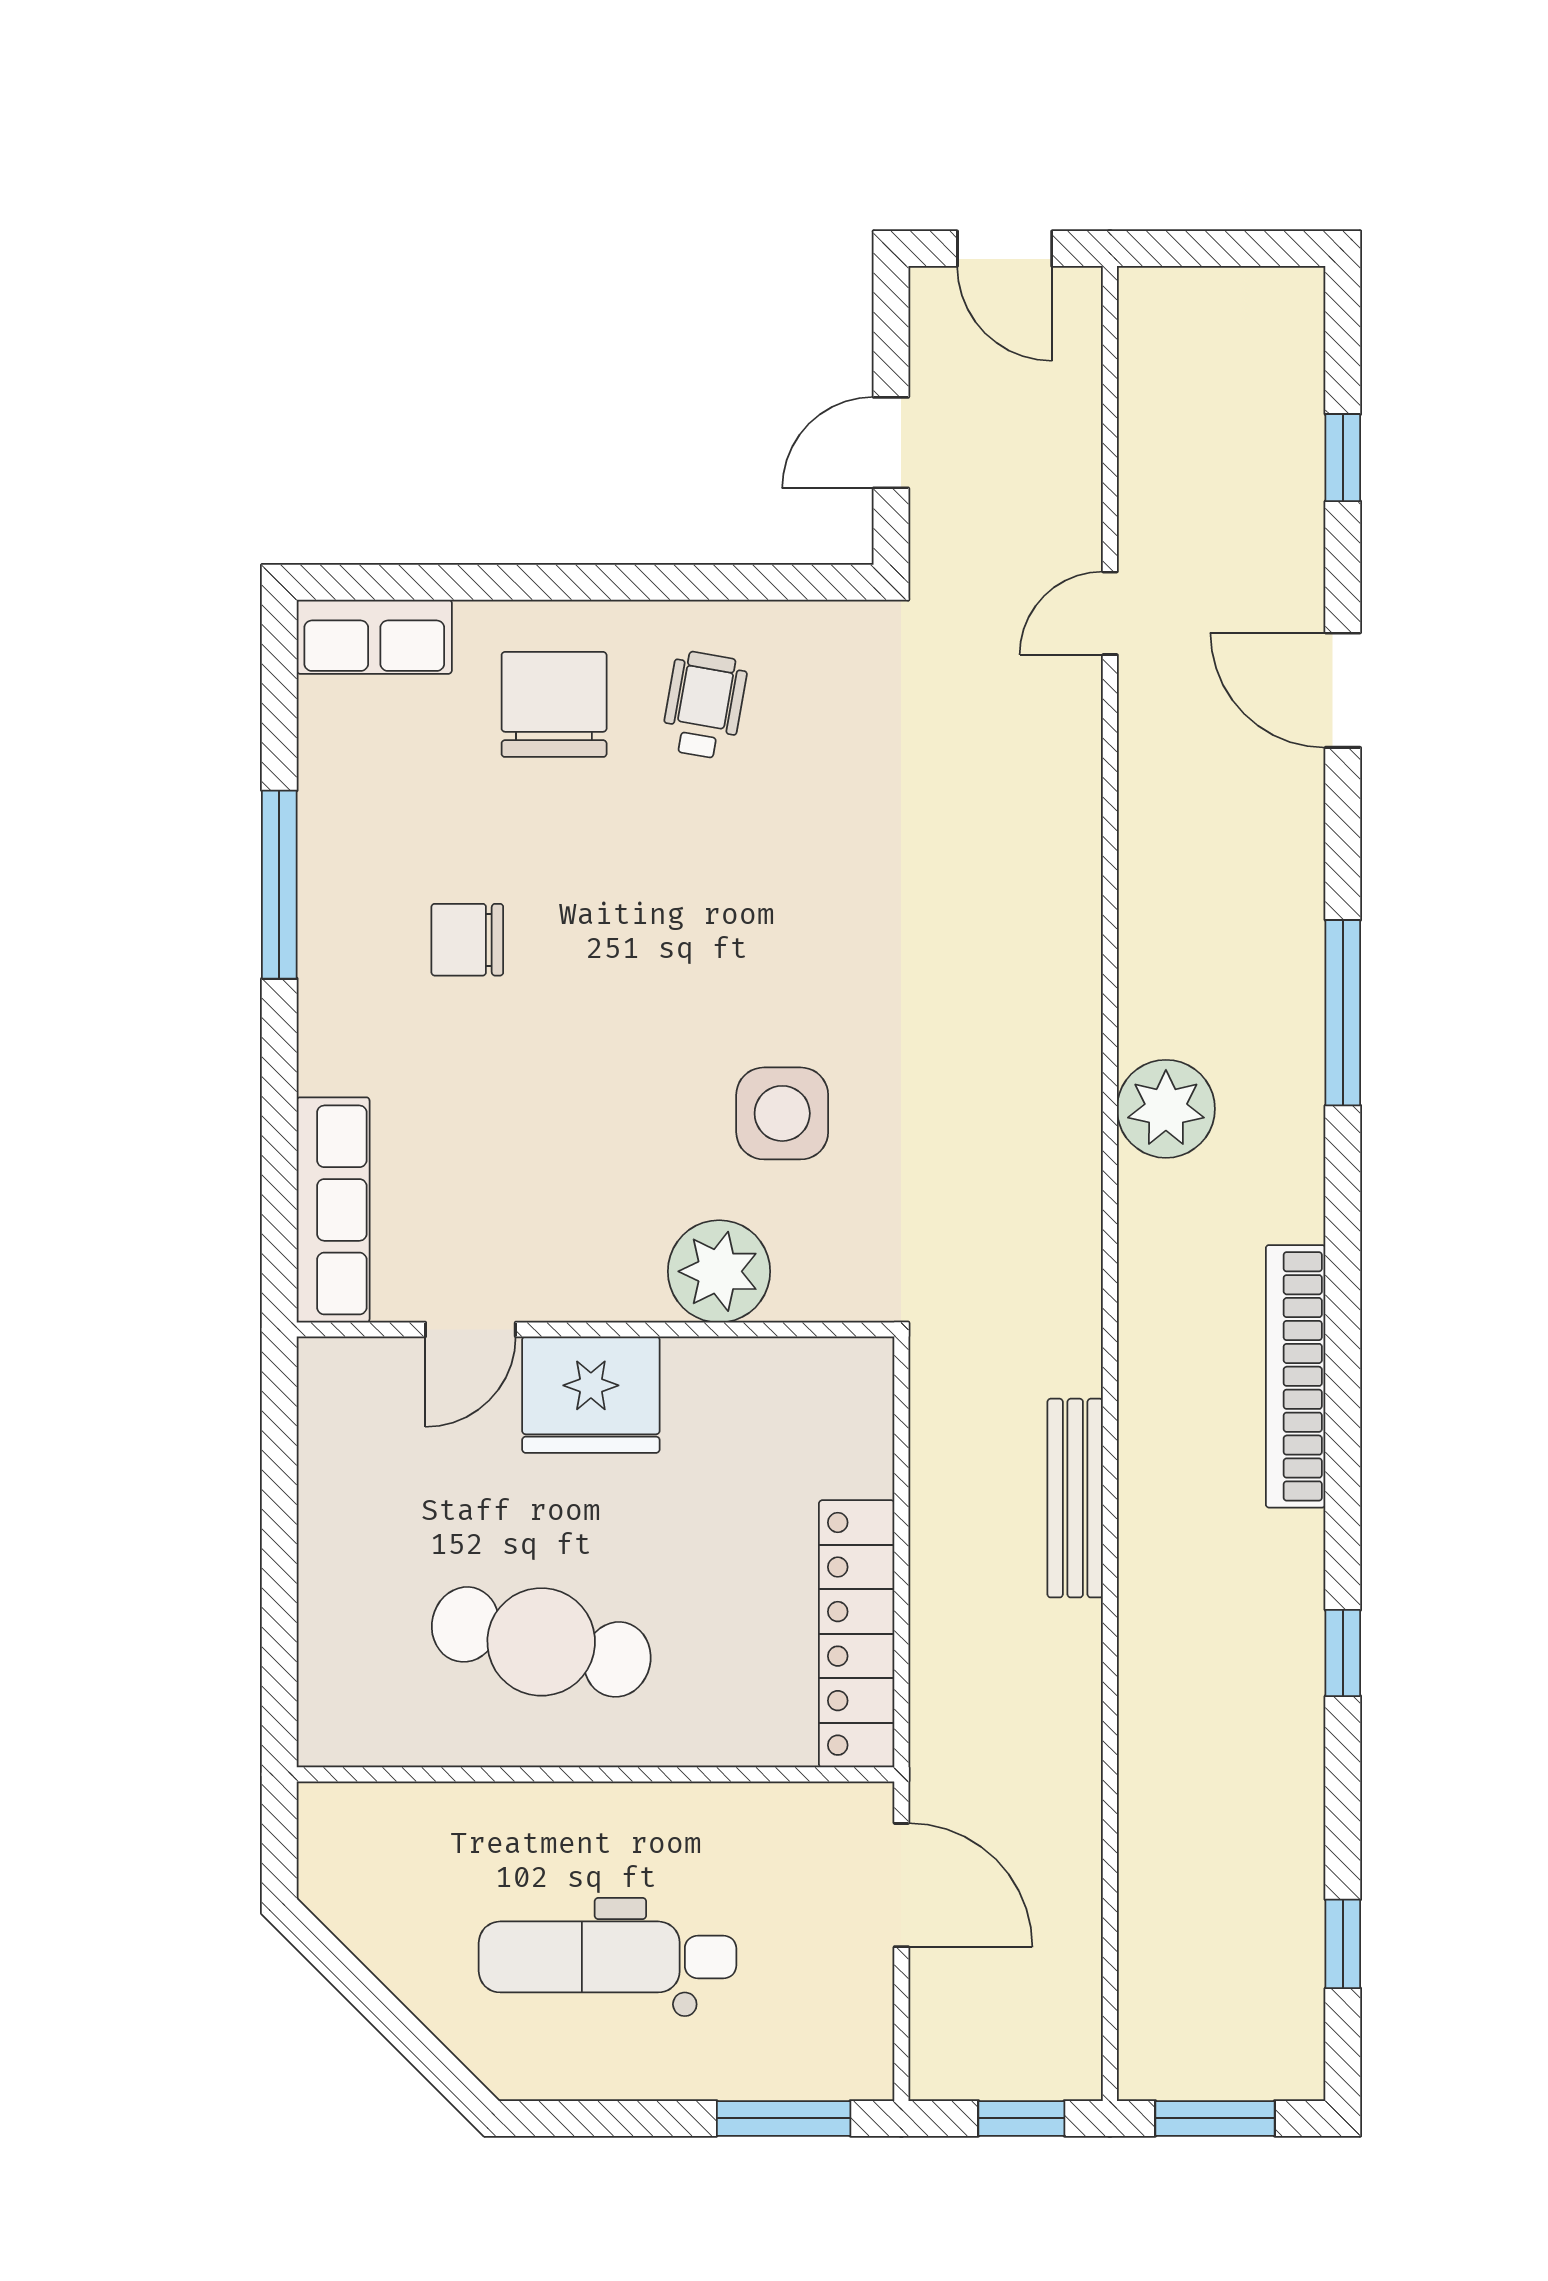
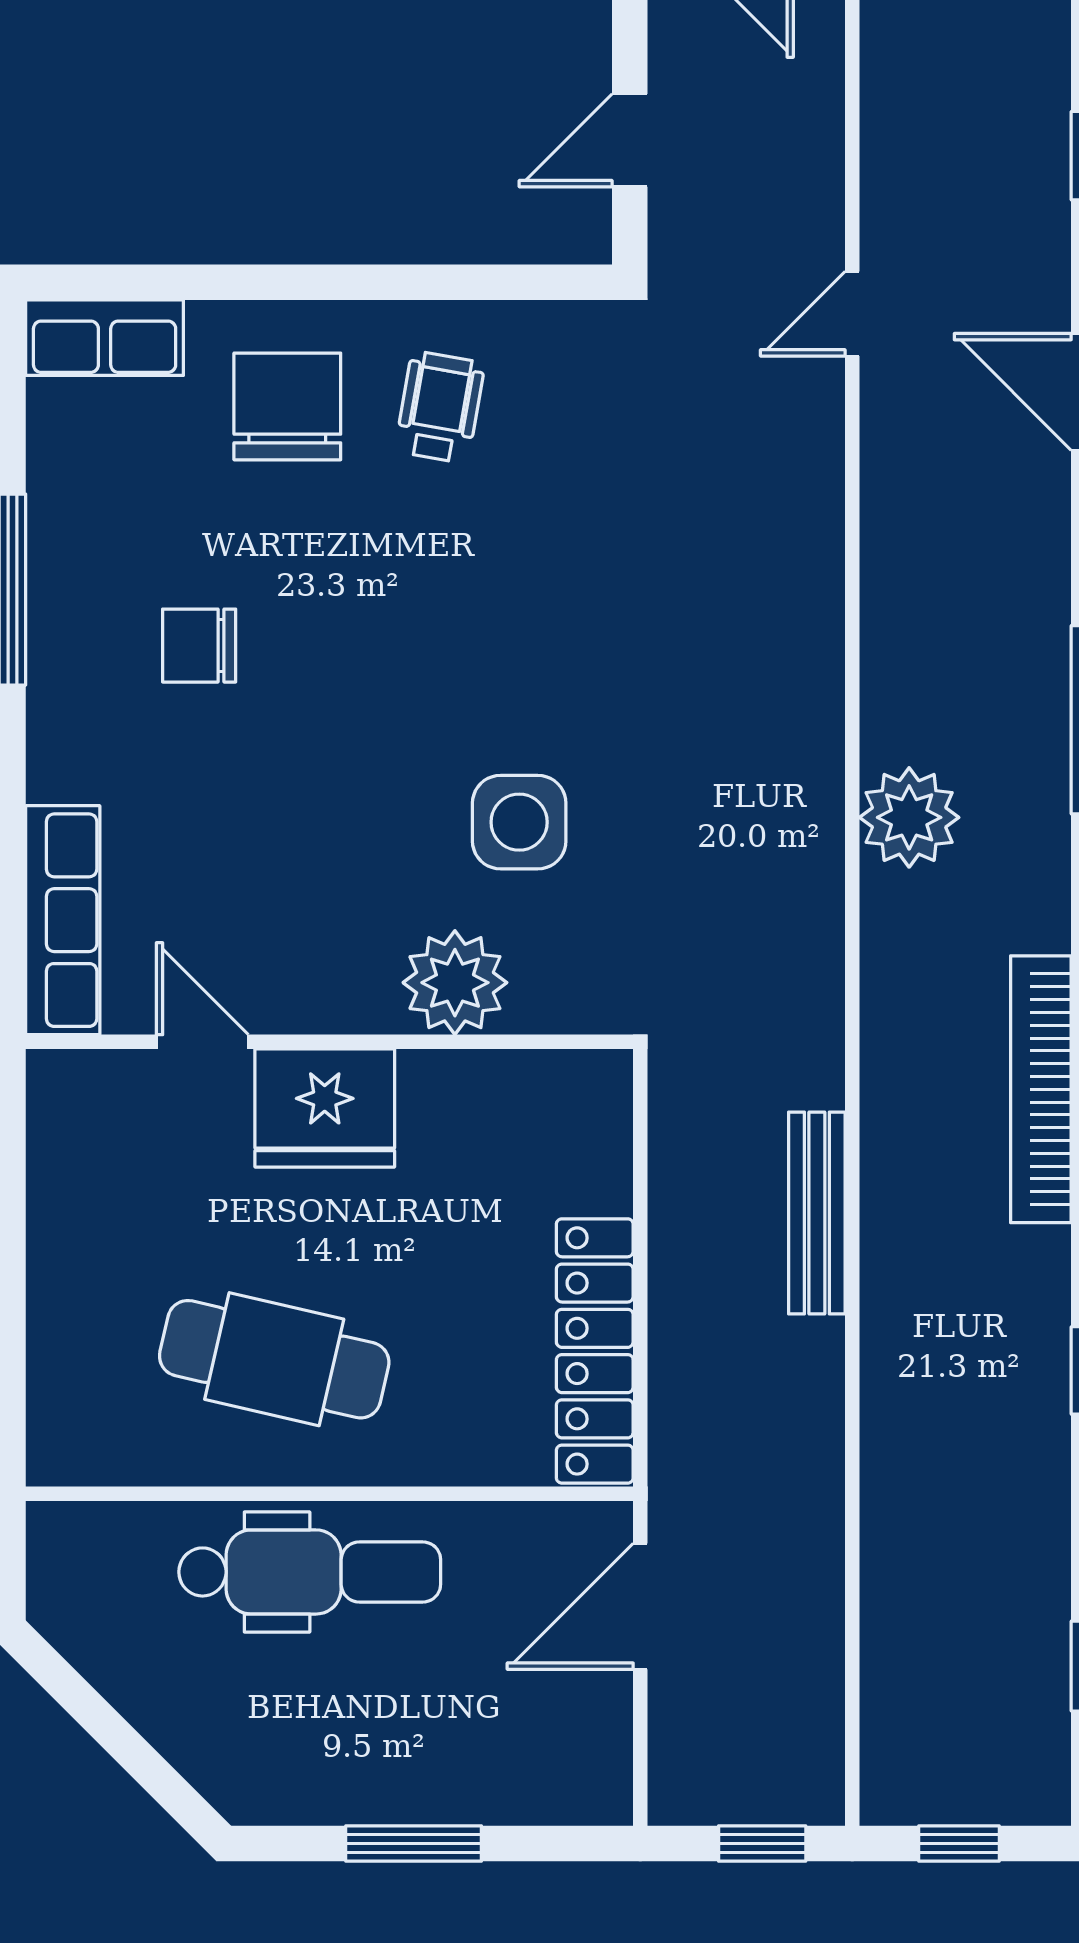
door: (470, 1330) -> (202, 1042), swing flipped
door: (901, 1885) -> (640, 1606), swing flipped
dental chair: (608, 1957) -> (310, 1572), moved, turned 180
window: (784, 2118) -> (414, 1843), moved
window: (1215, 2118) -> (959, 1843), width x0.67

